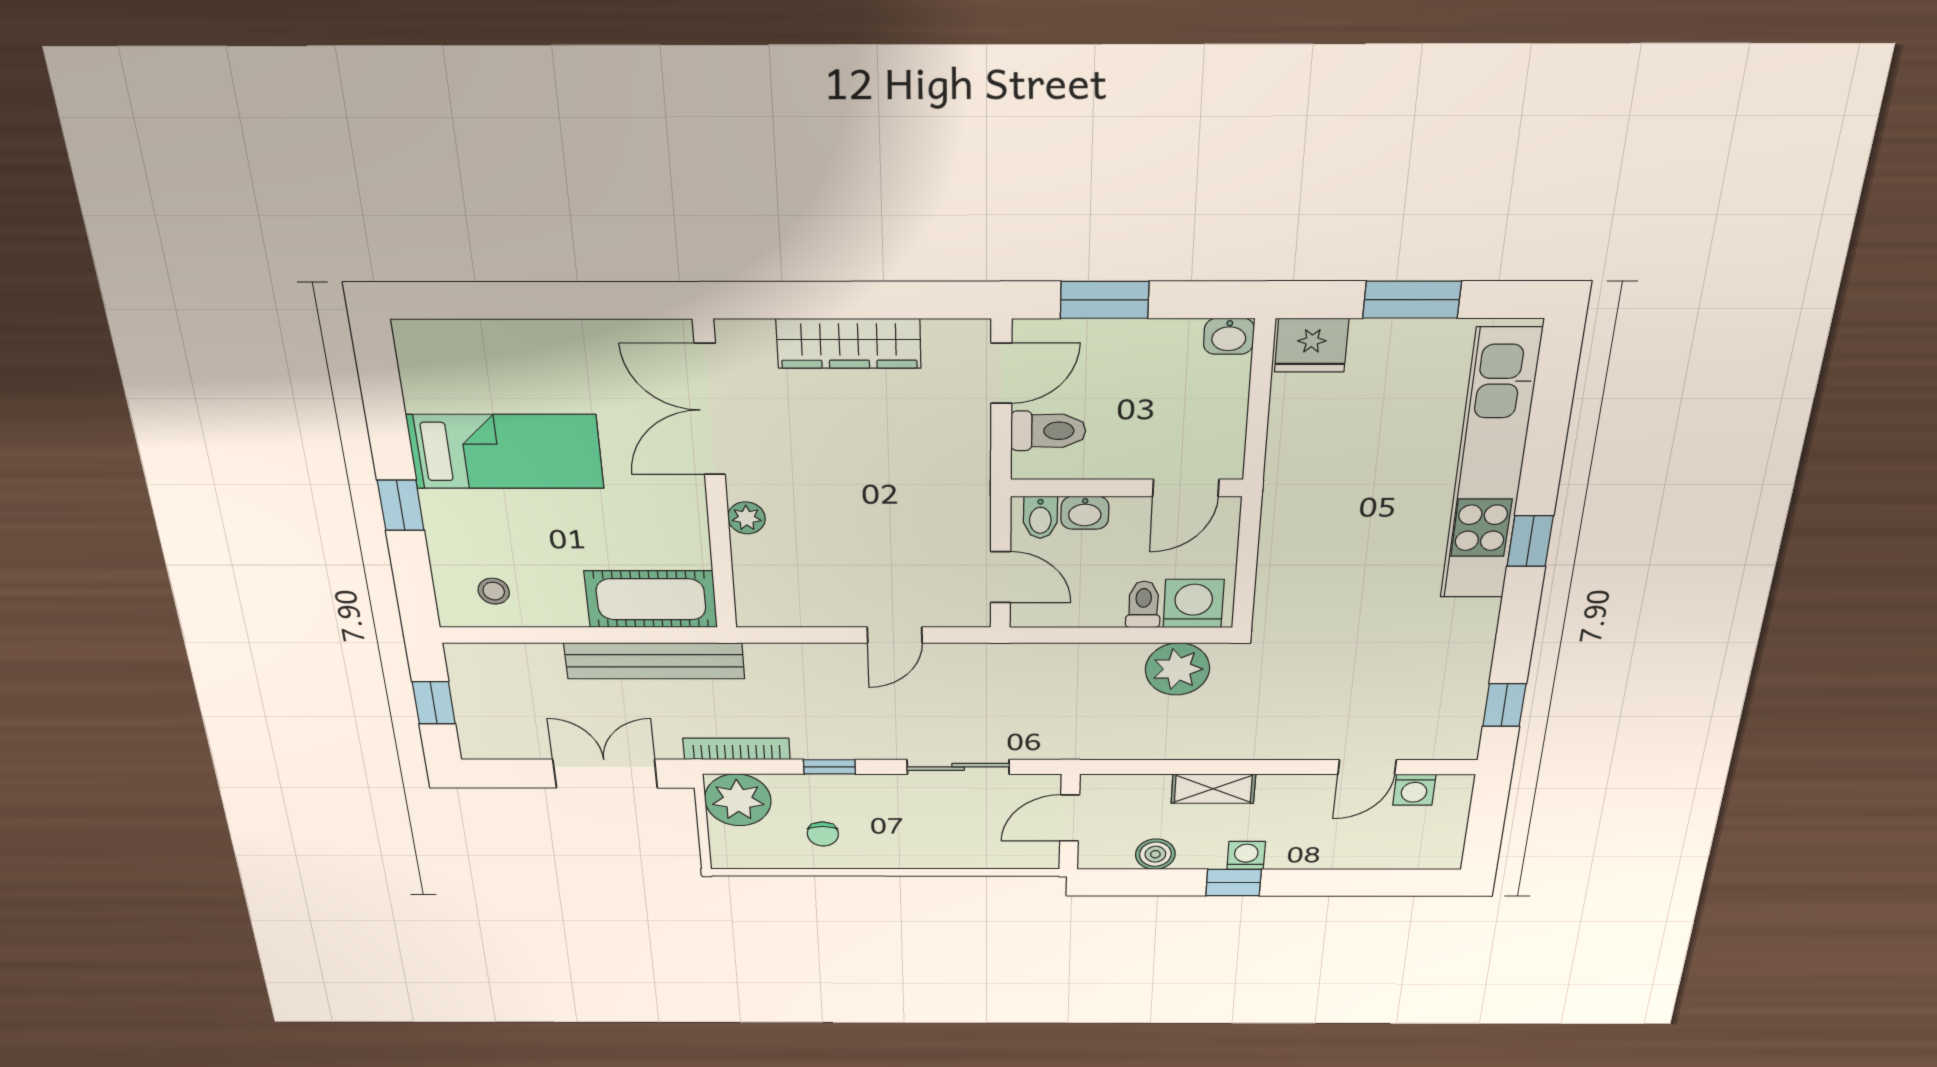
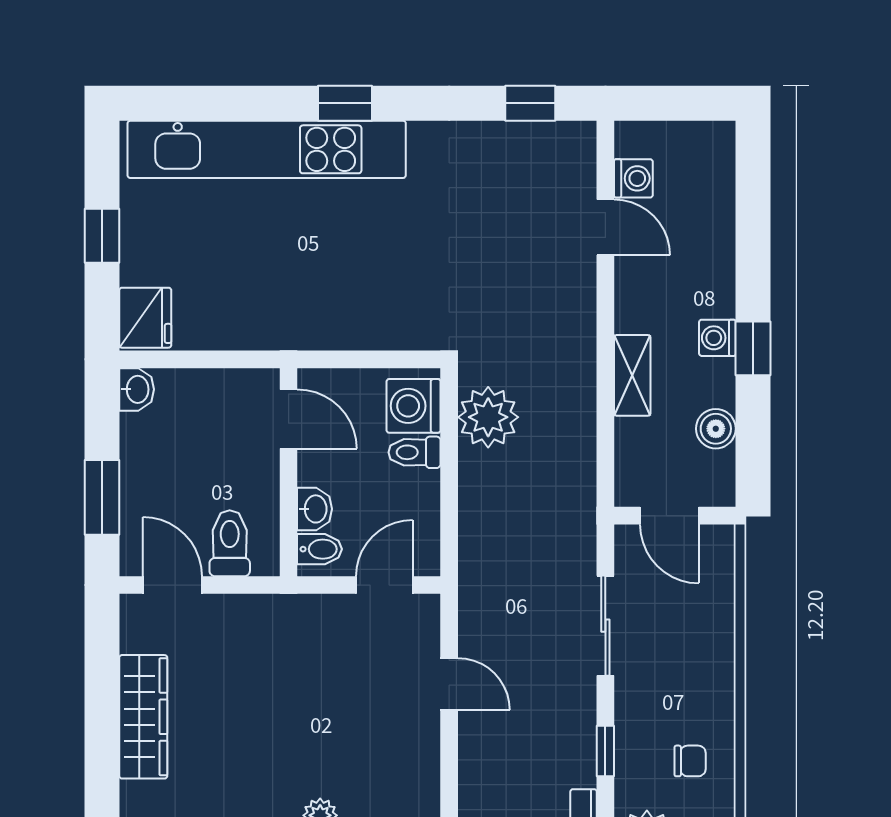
window: (1412, 300) -> (102, 236), width x0.67

